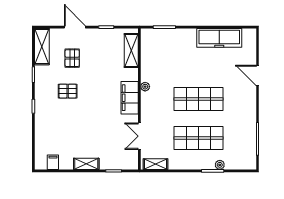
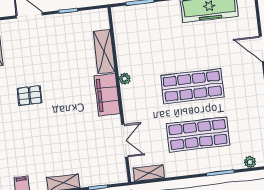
shelving: (131, 51) -> (104, 52), moved
pallet: (72, 58) -> (30, 54), removed
double door: (139, 136) -> (125, 141), swing flipped
plant: (220, 165) -> (250, 162), moved

